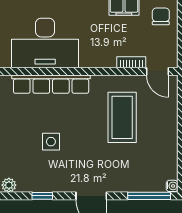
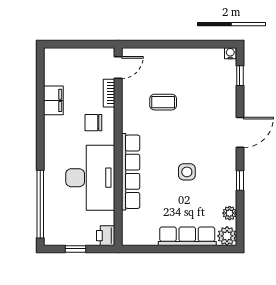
chair: (161, 16) -> (93, 123), moved
coffee table: (122, 117) -> (163, 102), width x0.54, depth x0.58
window: (149, 196) -> (240, 76), width x0.46

